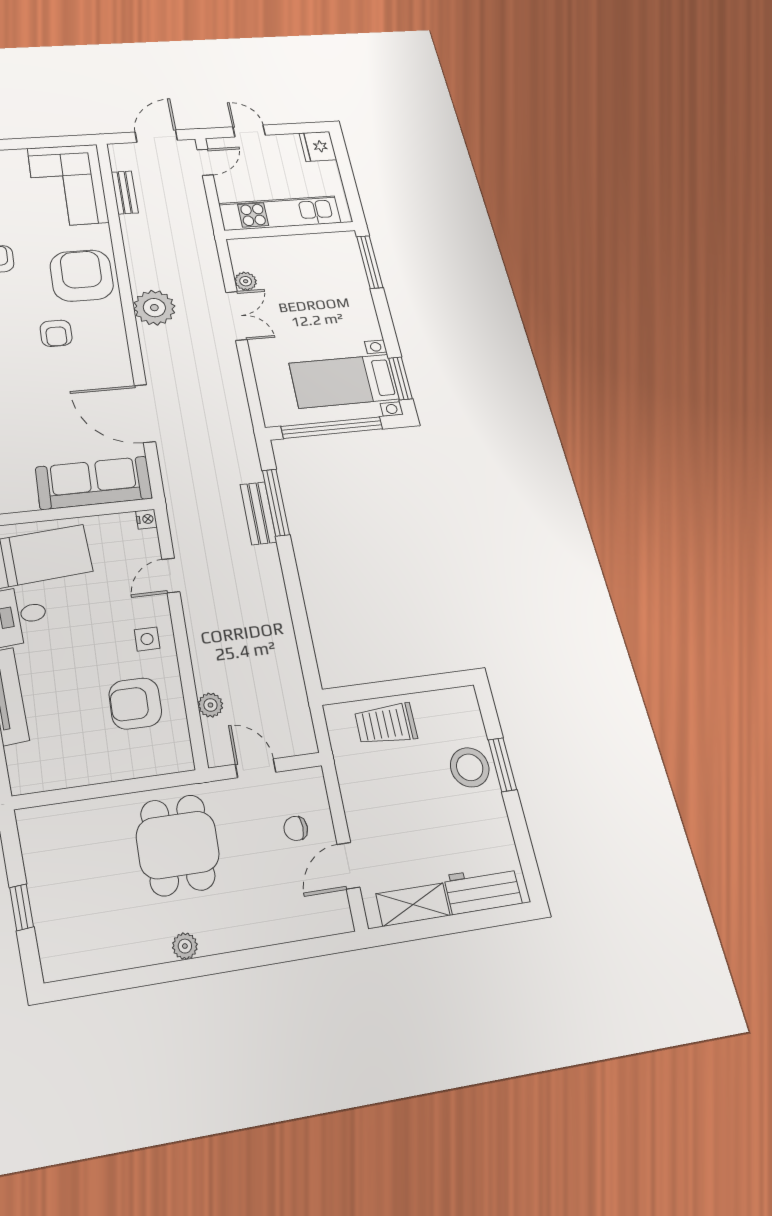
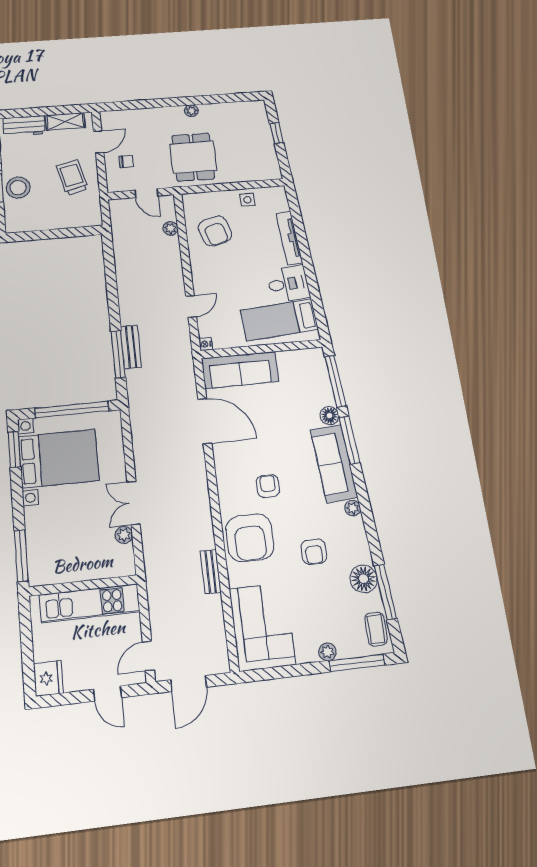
bench: (125, 192) -> (211, 572), moved
plant: (154, 308) -> (195, 509), removed
bed with nightstands: (344, 381) -> (59, 458), width x1.36
side table: (147, 639) -> (247, 200), moved
armchair: (135, 703) -> (215, 231), turned 74
trolley: (386, 724) -> (72, 177), moved, turned -104

